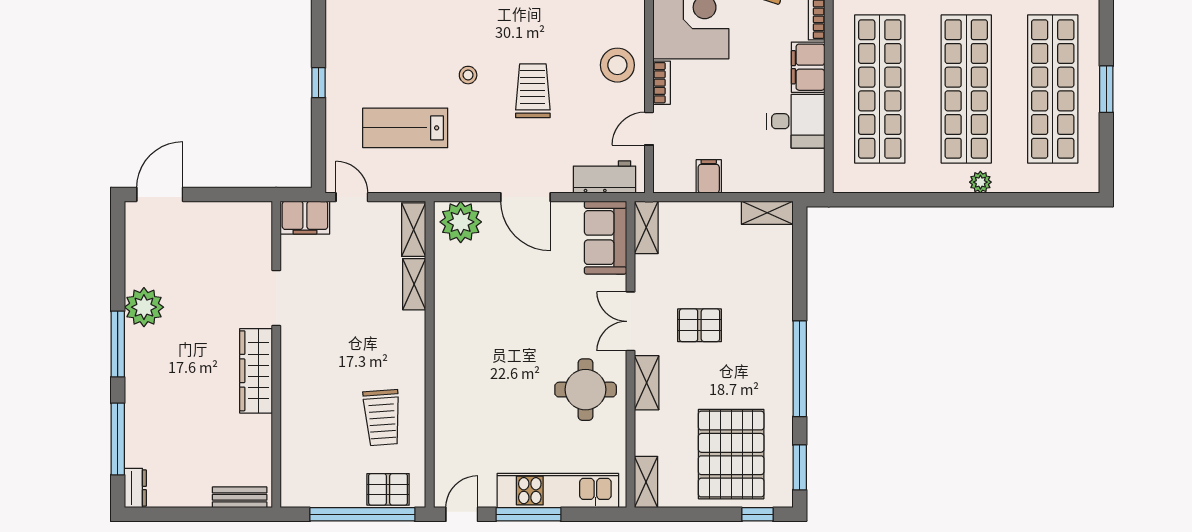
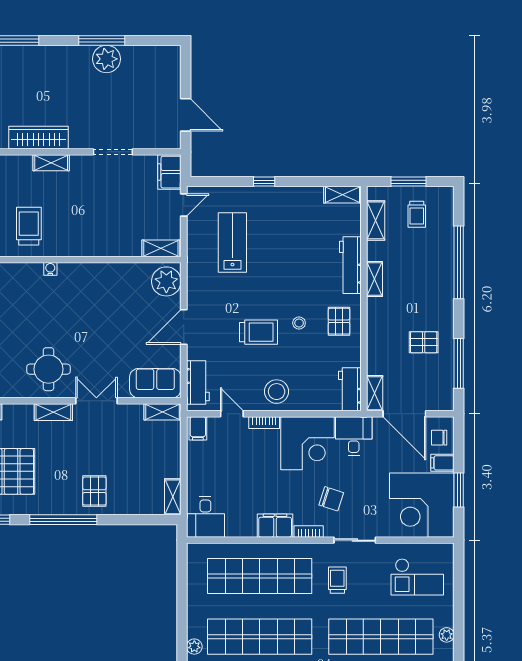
stool: (468, 75) -> (299, 323), moved
desk: (796, 121) -> (205, 517), moved
filing cabinet: (709, 176) -> (198, 428), moved, turned 90
door: (160, 194) -> (186, 115), moved
shelving: (414, 284) -> (51, 163), moved
pallet: (699, 325) -> (94, 491), moved
window: (118, 344) -> (102, 40), moved
wardrobe: (256, 371) -> (39, 138), moved
water cooler: (443, 387) -> (50, 269), added
trolley: (382, 418) -> (29, 226), turned 94

